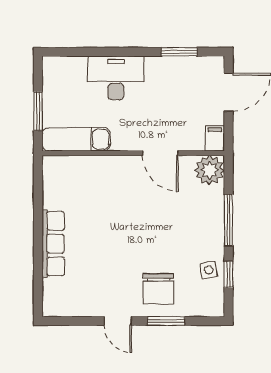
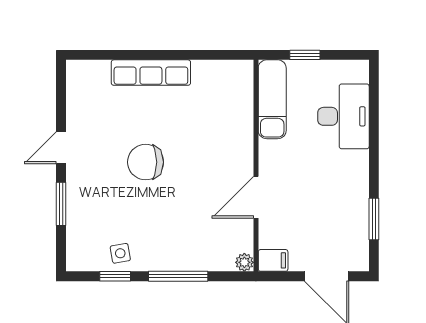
desk: (116, 78) -> (343, 116), moved
window: (38, 111) -> (305, 55), width x0.67
plant: (210, 170) -> (244, 262), width x0.53, depth x0.53
chair: (158, 289) -> (146, 162), moved

